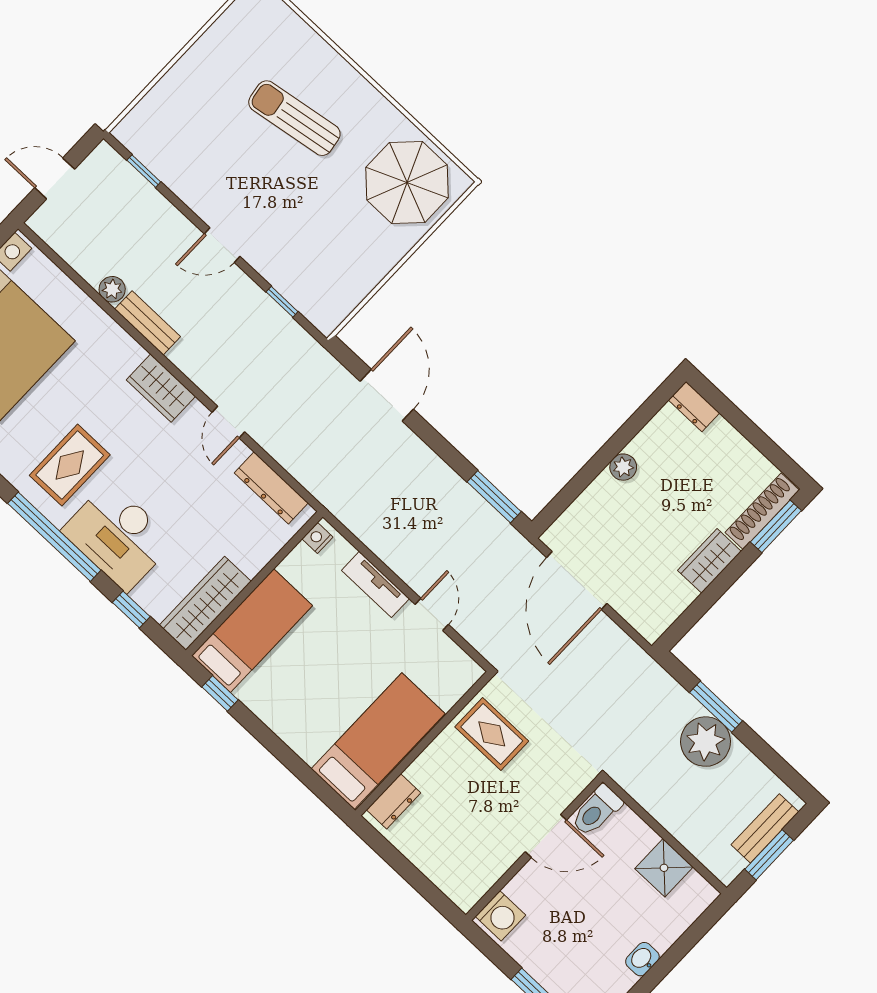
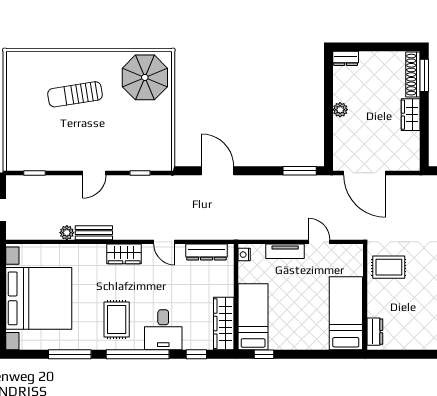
desk: (118, 536) -> (163, 330), width x0.73

